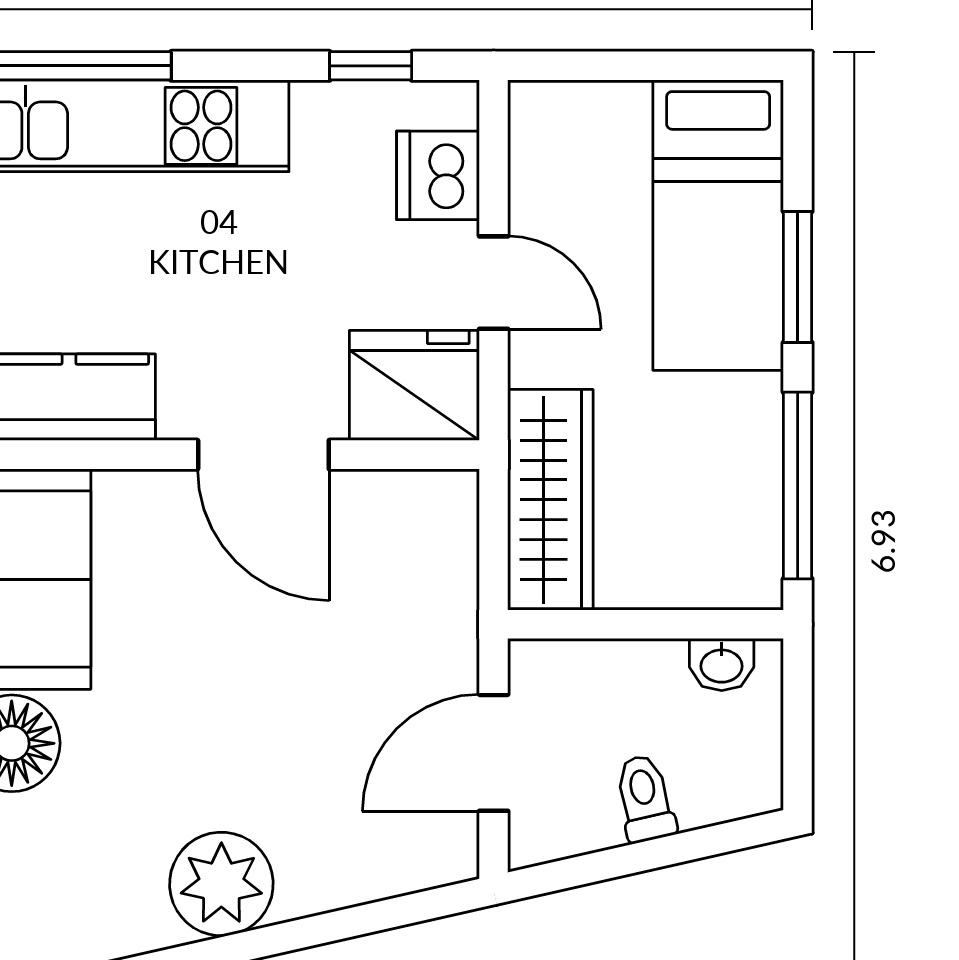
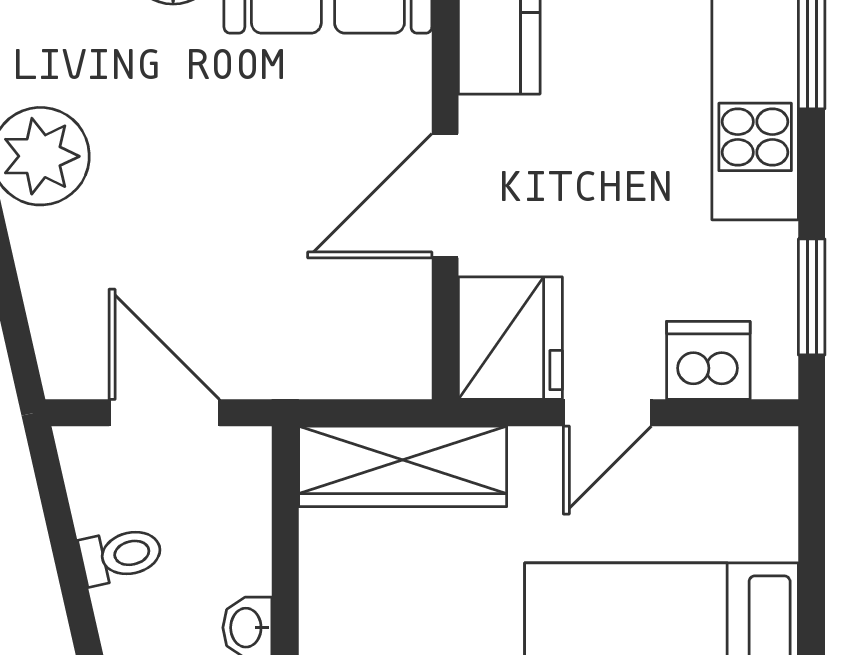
window: (371, 66) -> (812, 297), width x1.50

